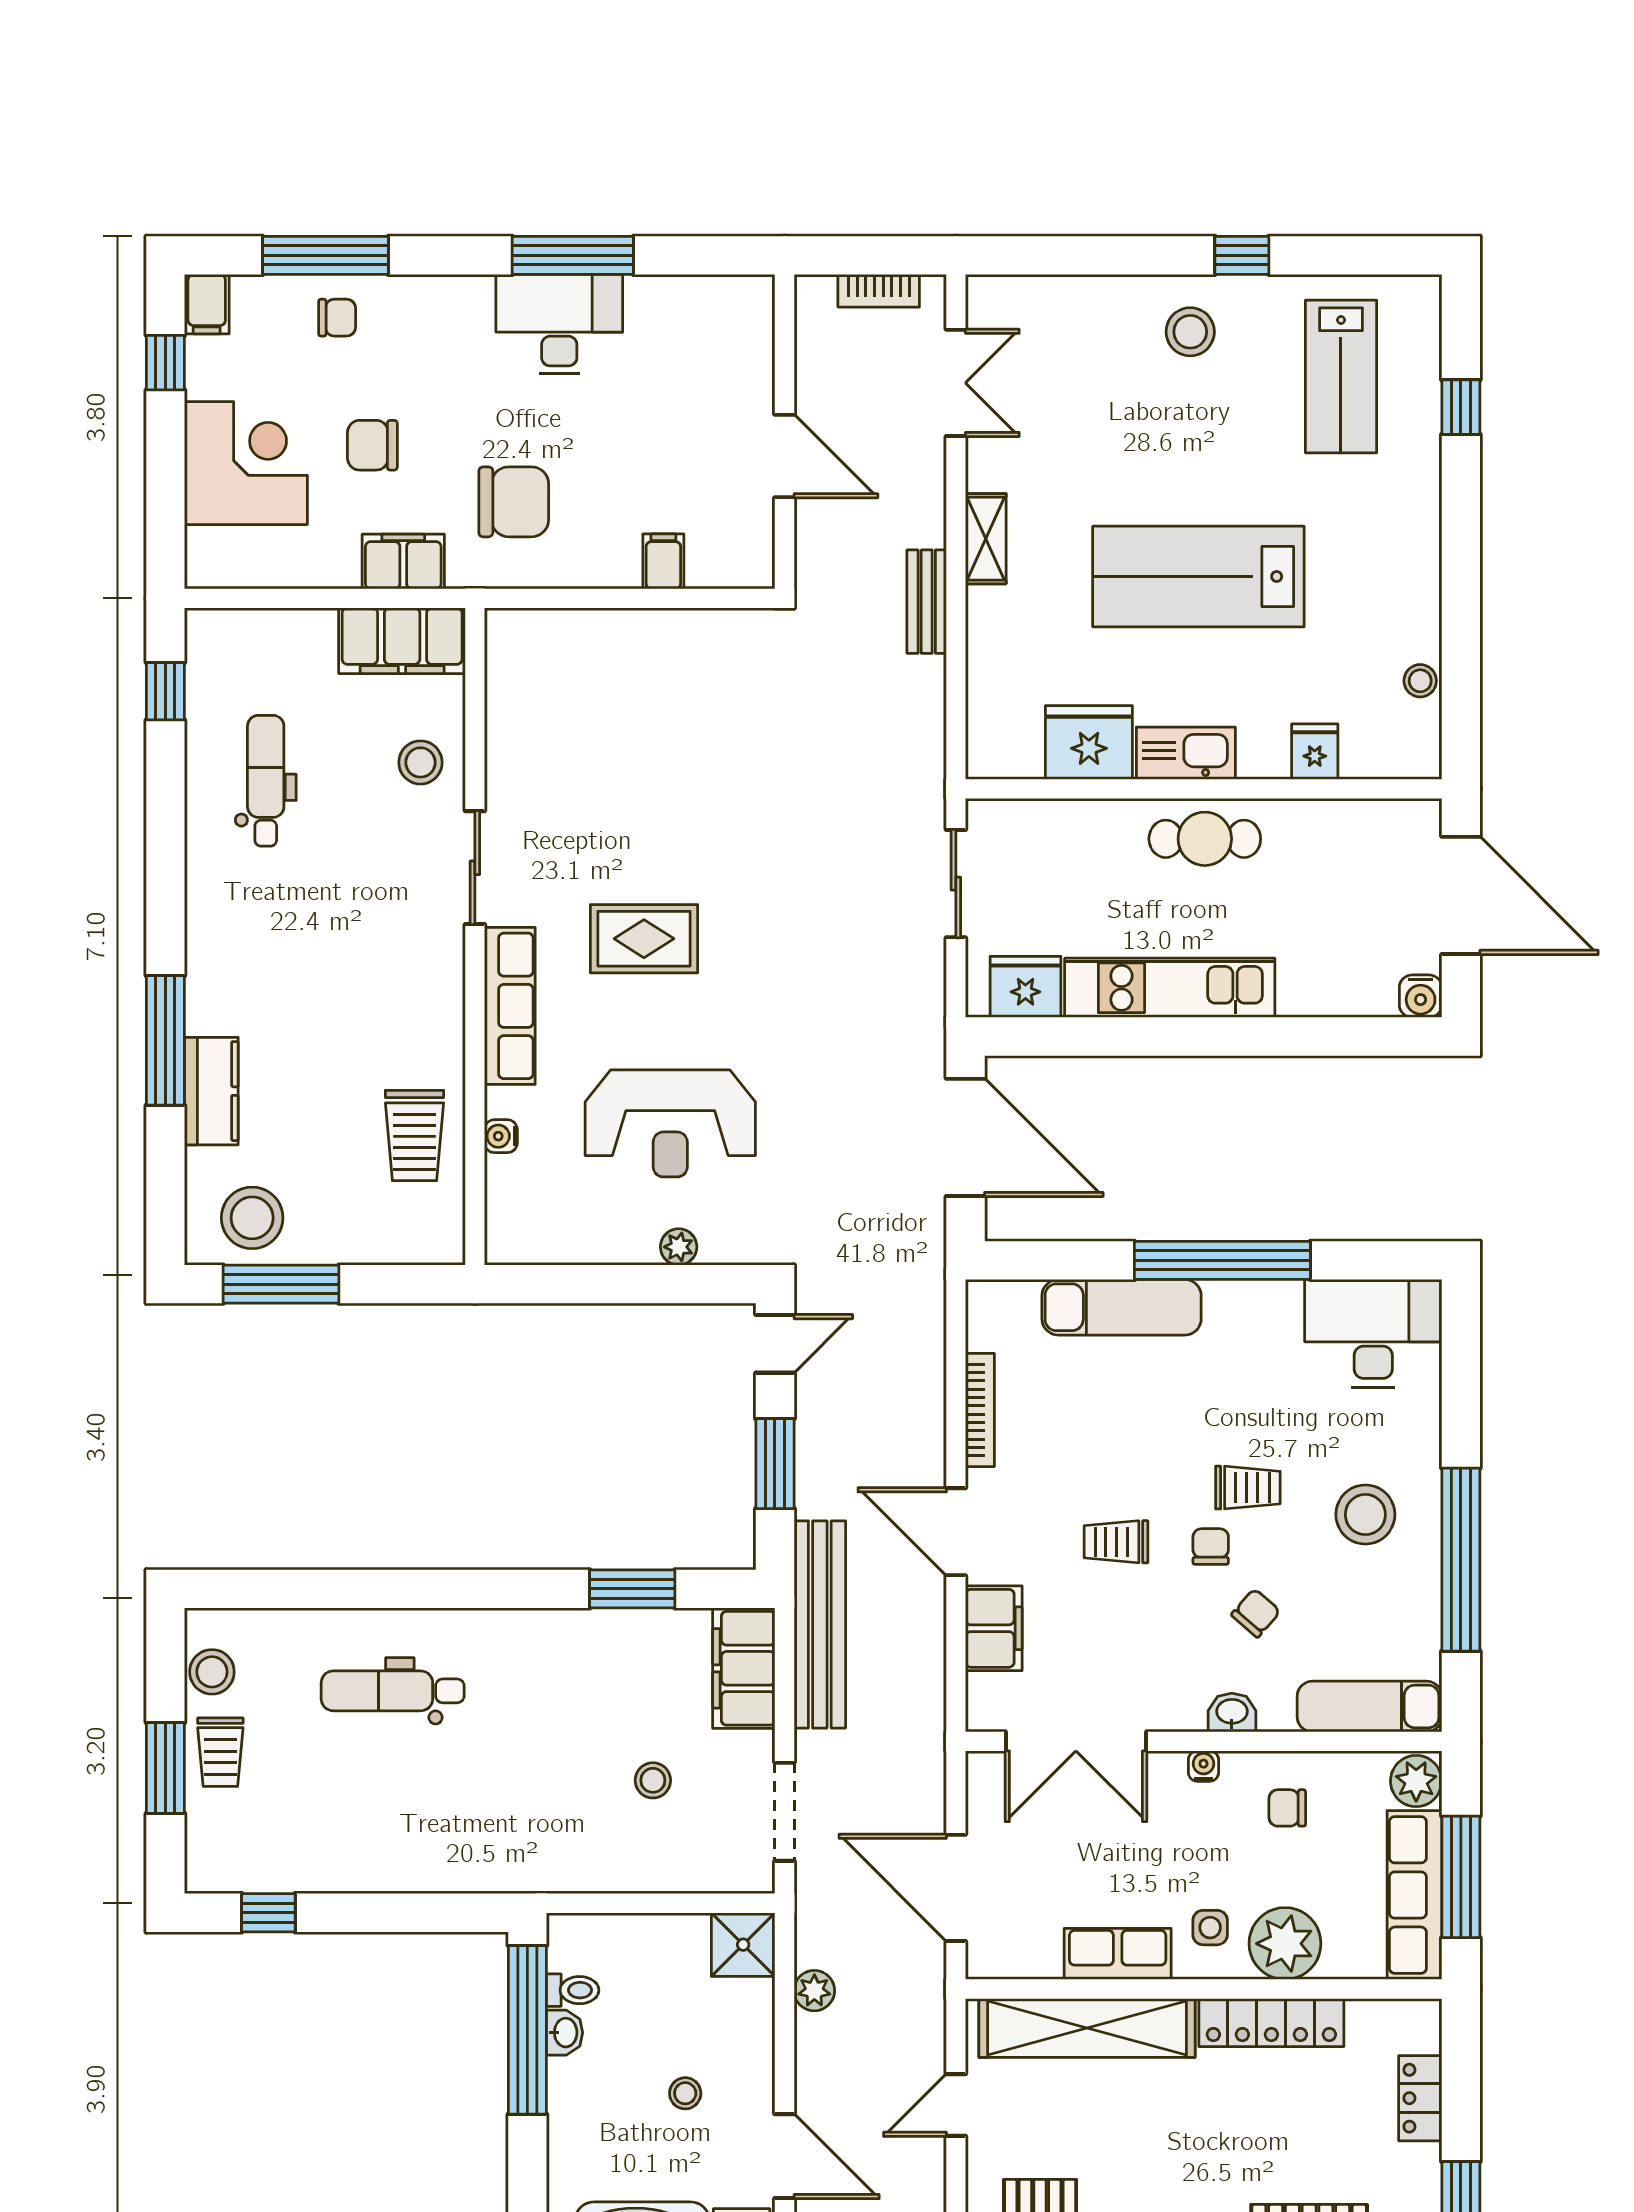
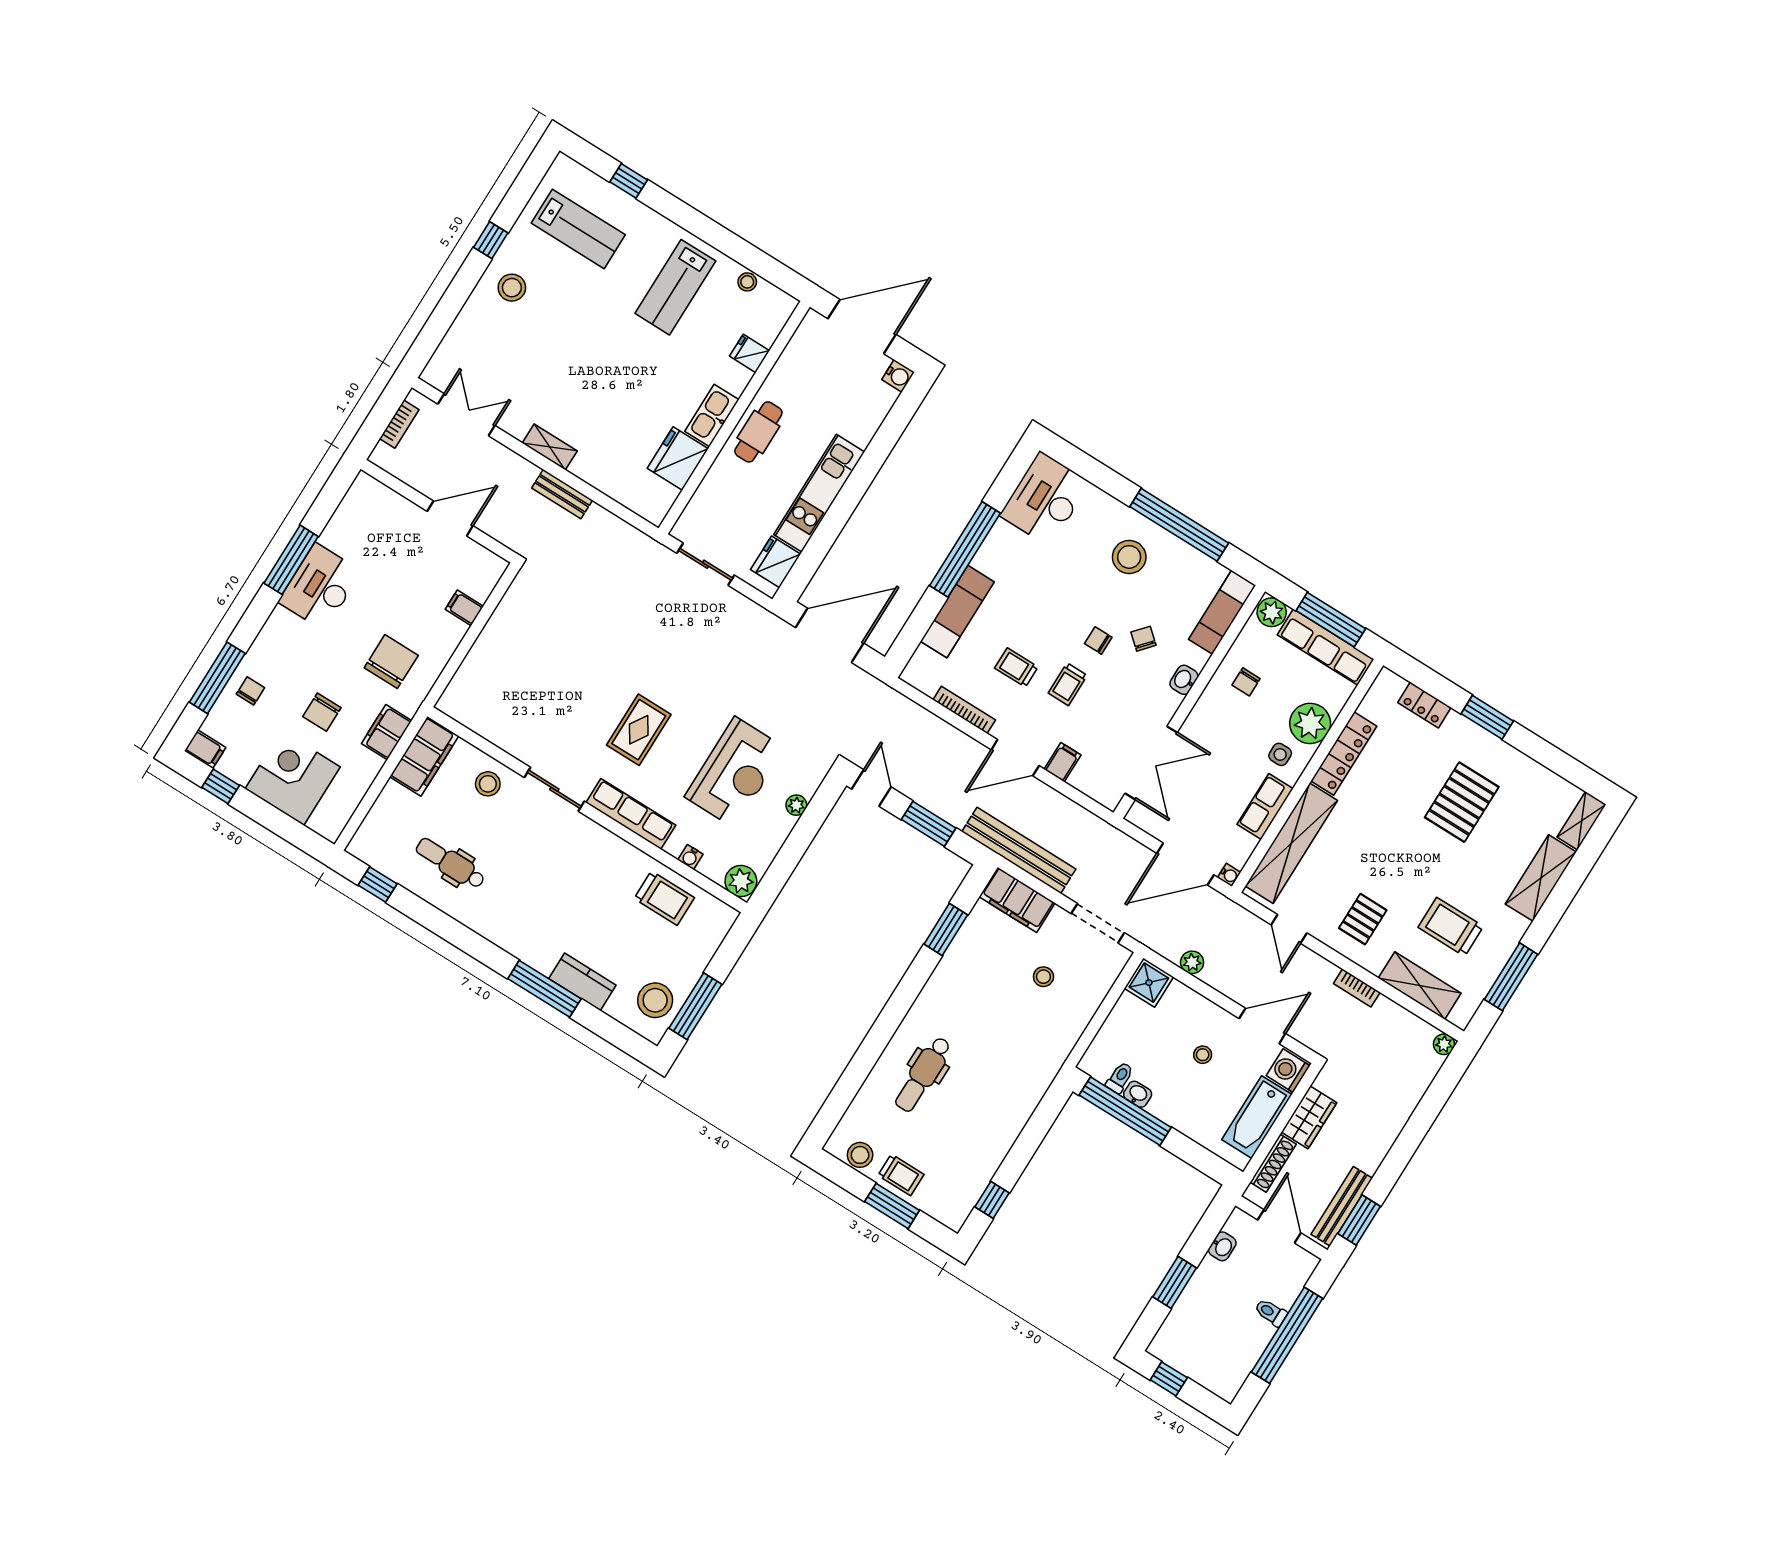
lab bench: (1198, 576) -> (675, 287), moved, width x0.73, depth x0.72
plant: (512, 1235) -> (741, 881), added
trolley: (1248, 1488) -> (1016, 667), moved, turned -90
filing cabinet: (994, 1628) -> (1062, 762), width x0.50
water cooler: (1203, 1766) -> (1229, 875), moved, turned 180

